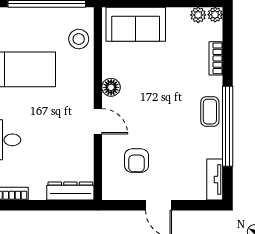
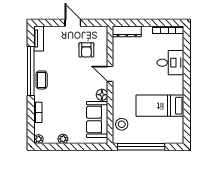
plant: (198, 15) -> (63, 139), moved
sofa: (136, 24) -> (97, 119), moved, turned -90
armchair: (137, 161) -> (86, 50), turned 180

